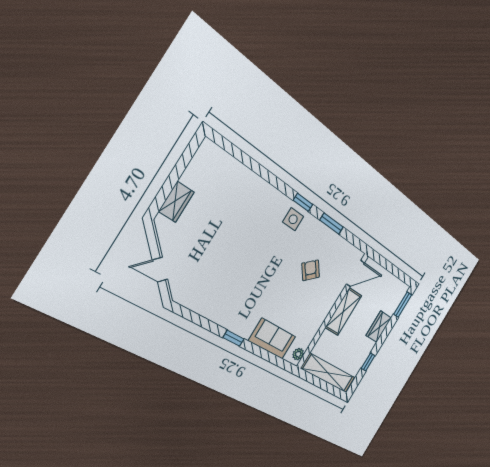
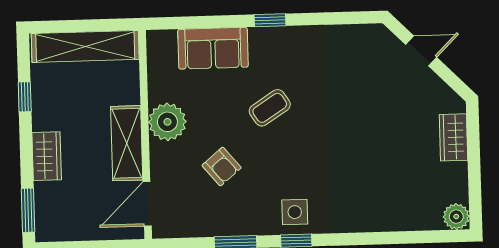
plant: (208, 150) -> (456, 217), added
coffee table: (266, 288) -> (270, 108), added
plant: (298, 354) -> (167, 122), moved, width x1.87, depth x1.87

